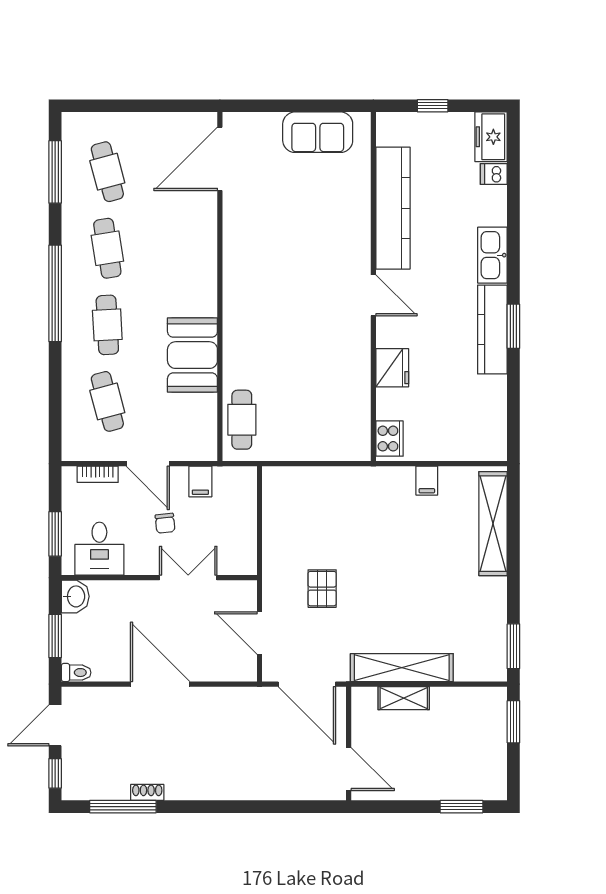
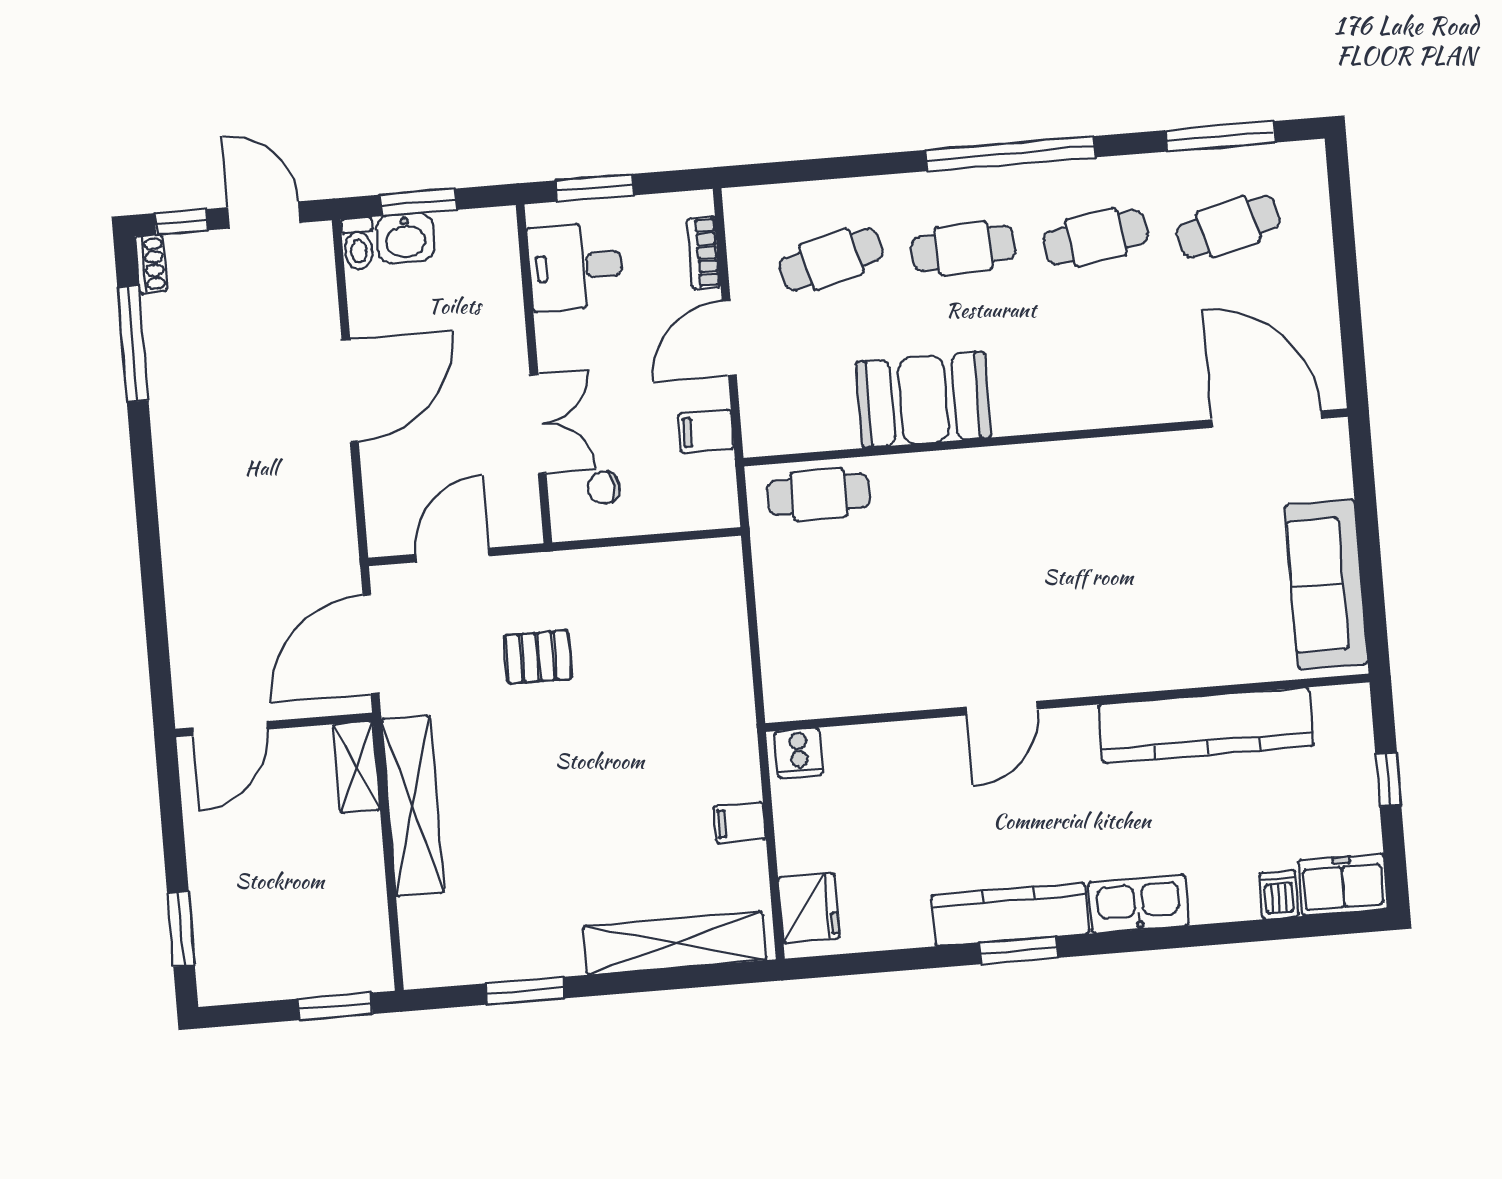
sofa: (318, 132) -> (1326, 585), width x1.36
door: (373, 295) -> (1002, 708), moved
fridge: (392, 368) -> (809, 908), moved, turned -90
cooker: (390, 439) -> (799, 753), width x0.73
chair: (165, 523) -> (604, 488), moved
washbasin: (75, 596) -> (405, 238), moved
window: (513, 646) -> (525, 991), moved
shelving: (404, 698) -> (357, 767), moved
shoe rack: (147, 792) -> (151, 264), moved

